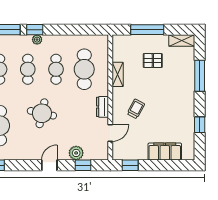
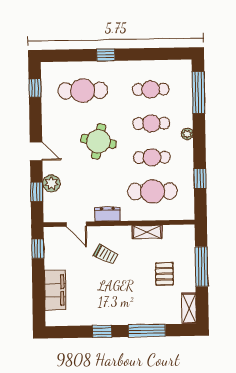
window: (35, 30) -> (200, 178), moved
window: (200, 125) -> (102, 331), moved

